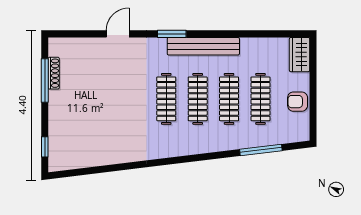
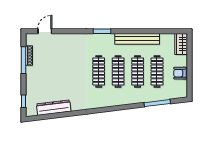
door: (118, 34) -> (45, 31), moved
bench: (203, 46) -> (137, 39), moved
dresser: (94, 157) -> (54, 108), added

